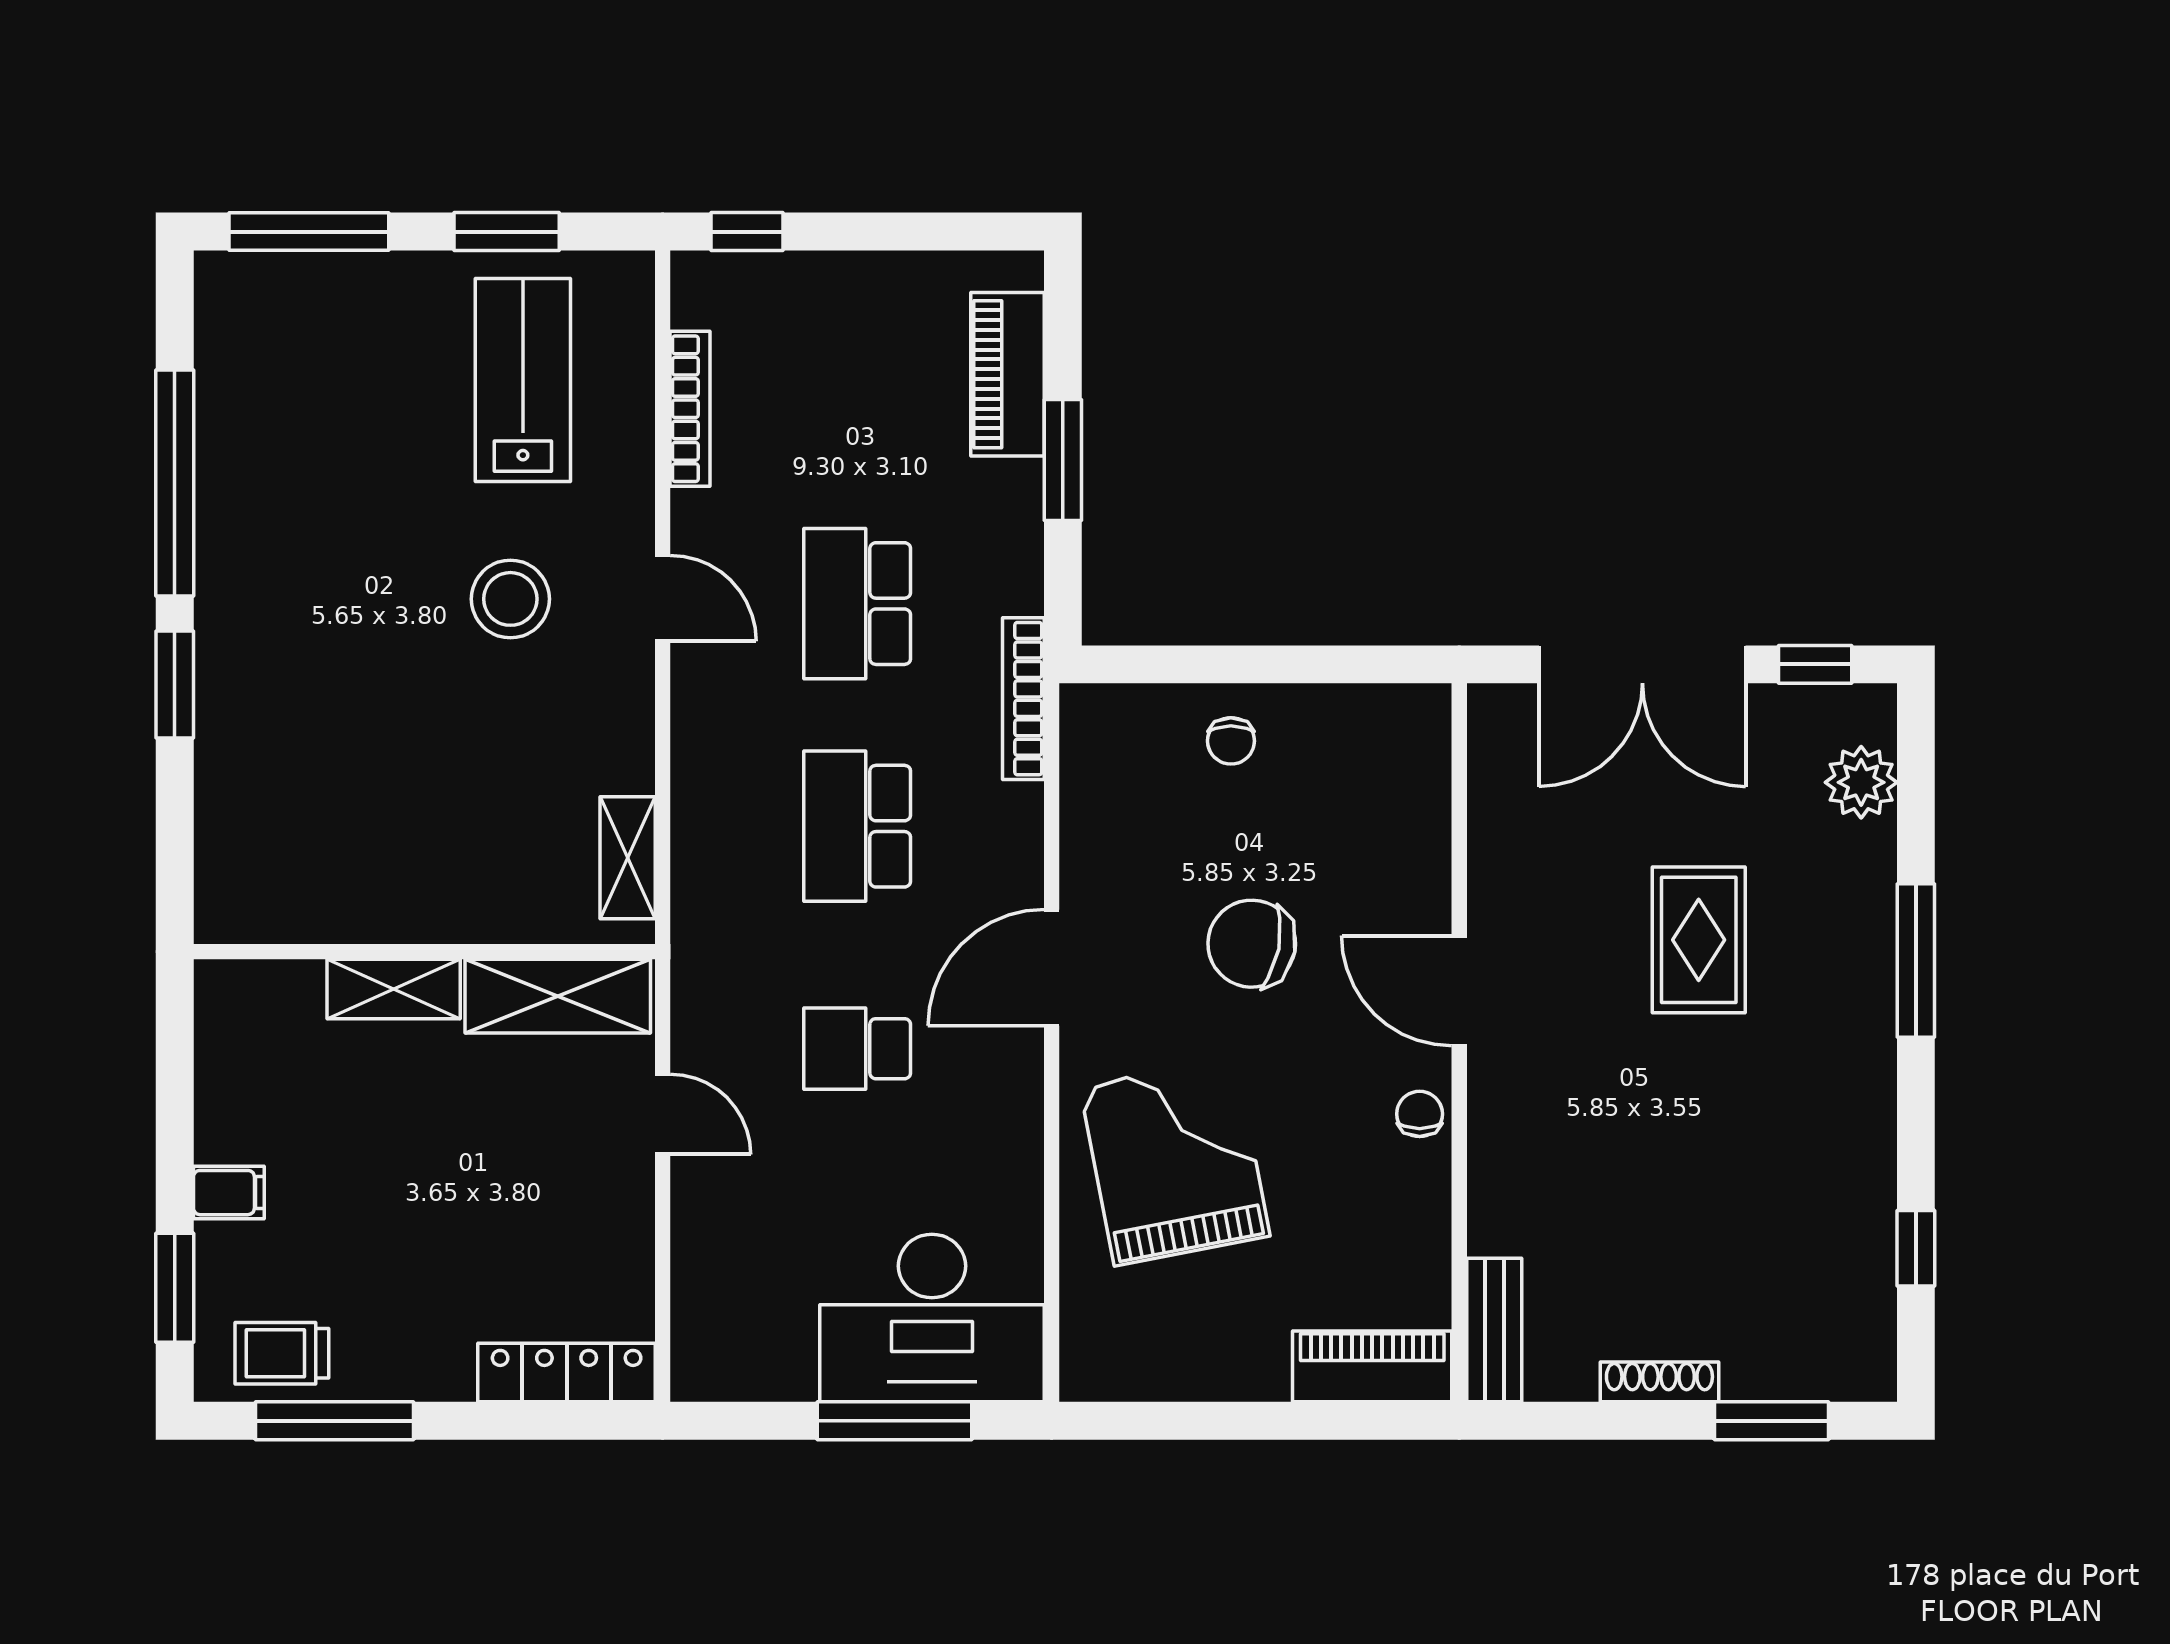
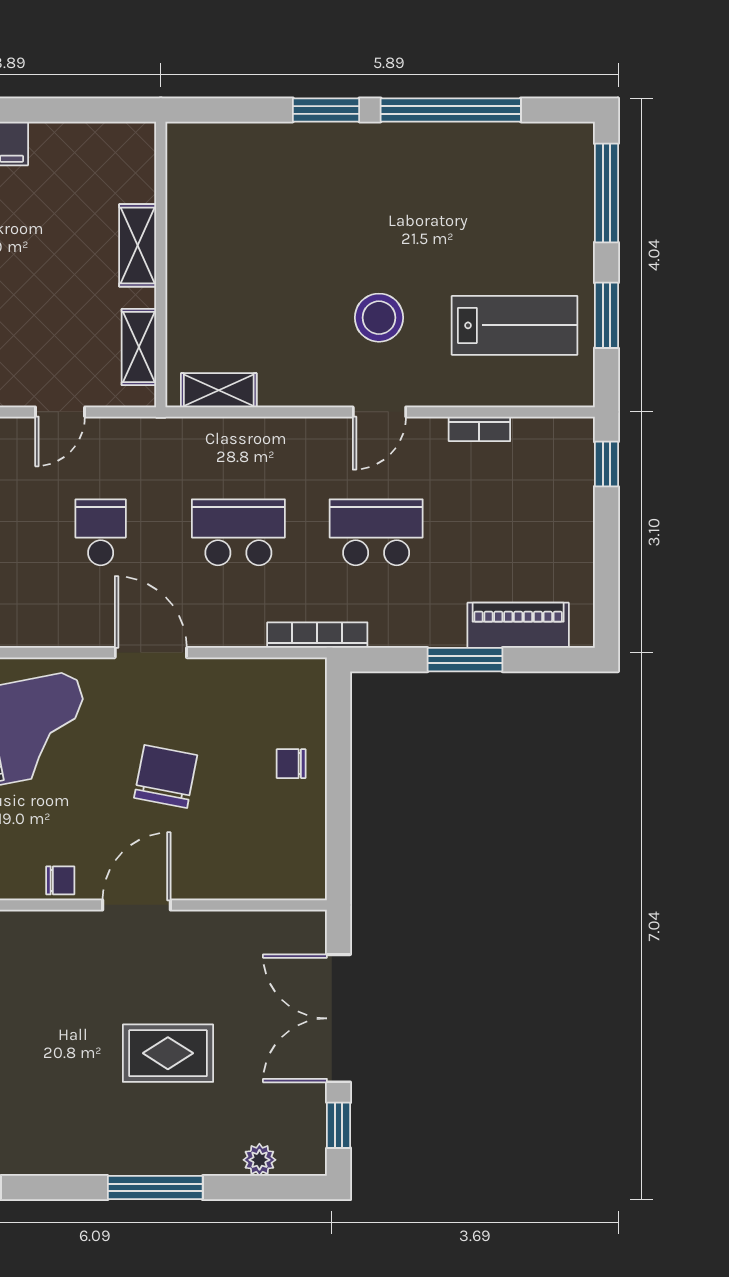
bookcase: (690, 409) -> (479, 429), width x0.64
plant: (1861, 782) -> (259, 1160), width x0.73, depth x0.73
shelving: (558, 996) -> (139, 347), width x0.67, depth x0.75

